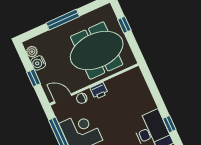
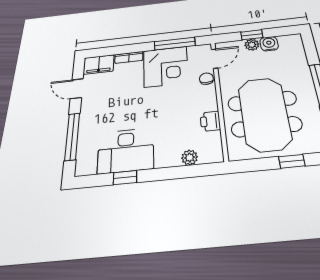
plant: (32, 52) -> (252, 45), moved
plant: (143, 89) -> (190, 158), added
printer: (99, 91) -> (210, 121), moved

